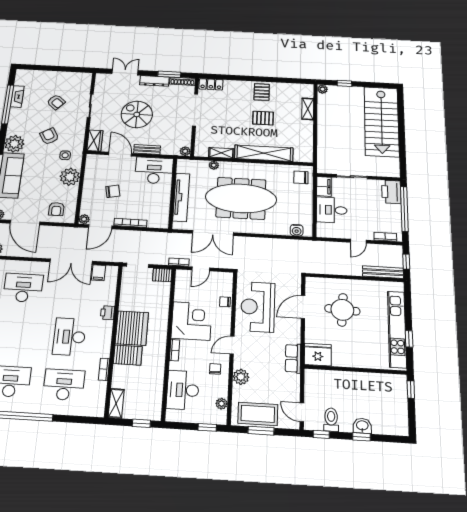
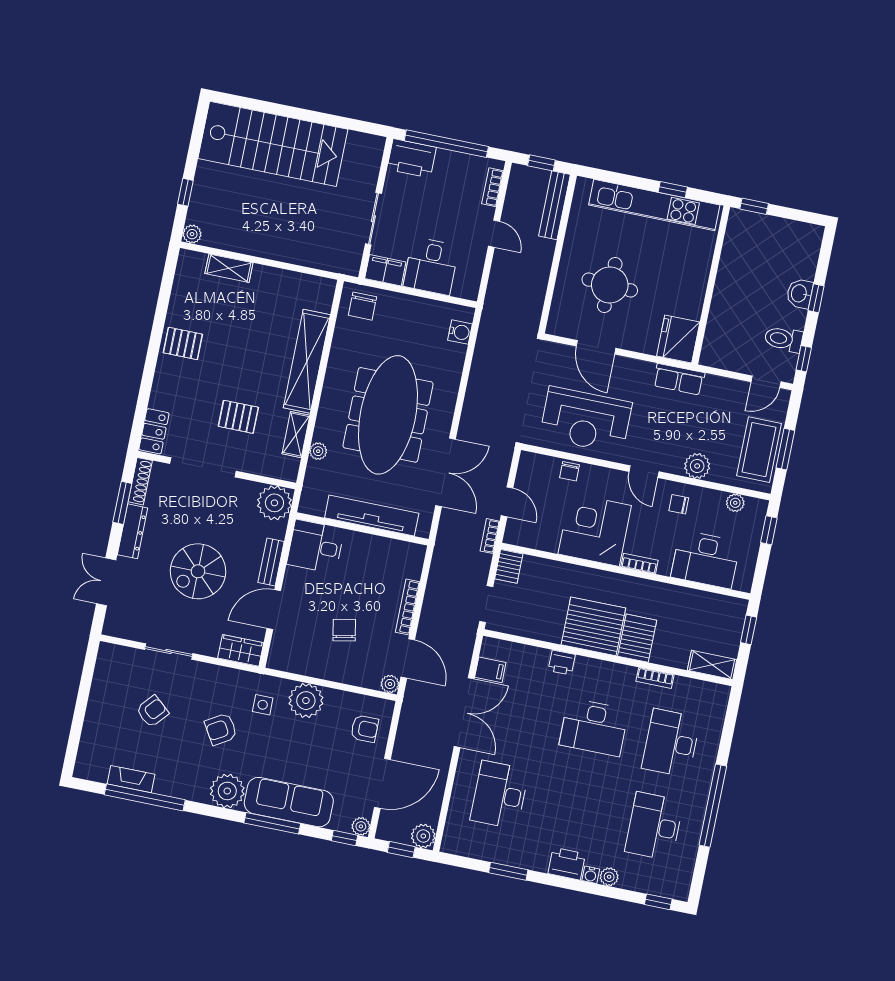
pallet: (263, 118) -> (238, 417), moved, turned 90
plant: (185, 151) -> (274, 503), width x1.88, depth x1.88
desk: (154, 170) -> (316, 547), width x0.73

